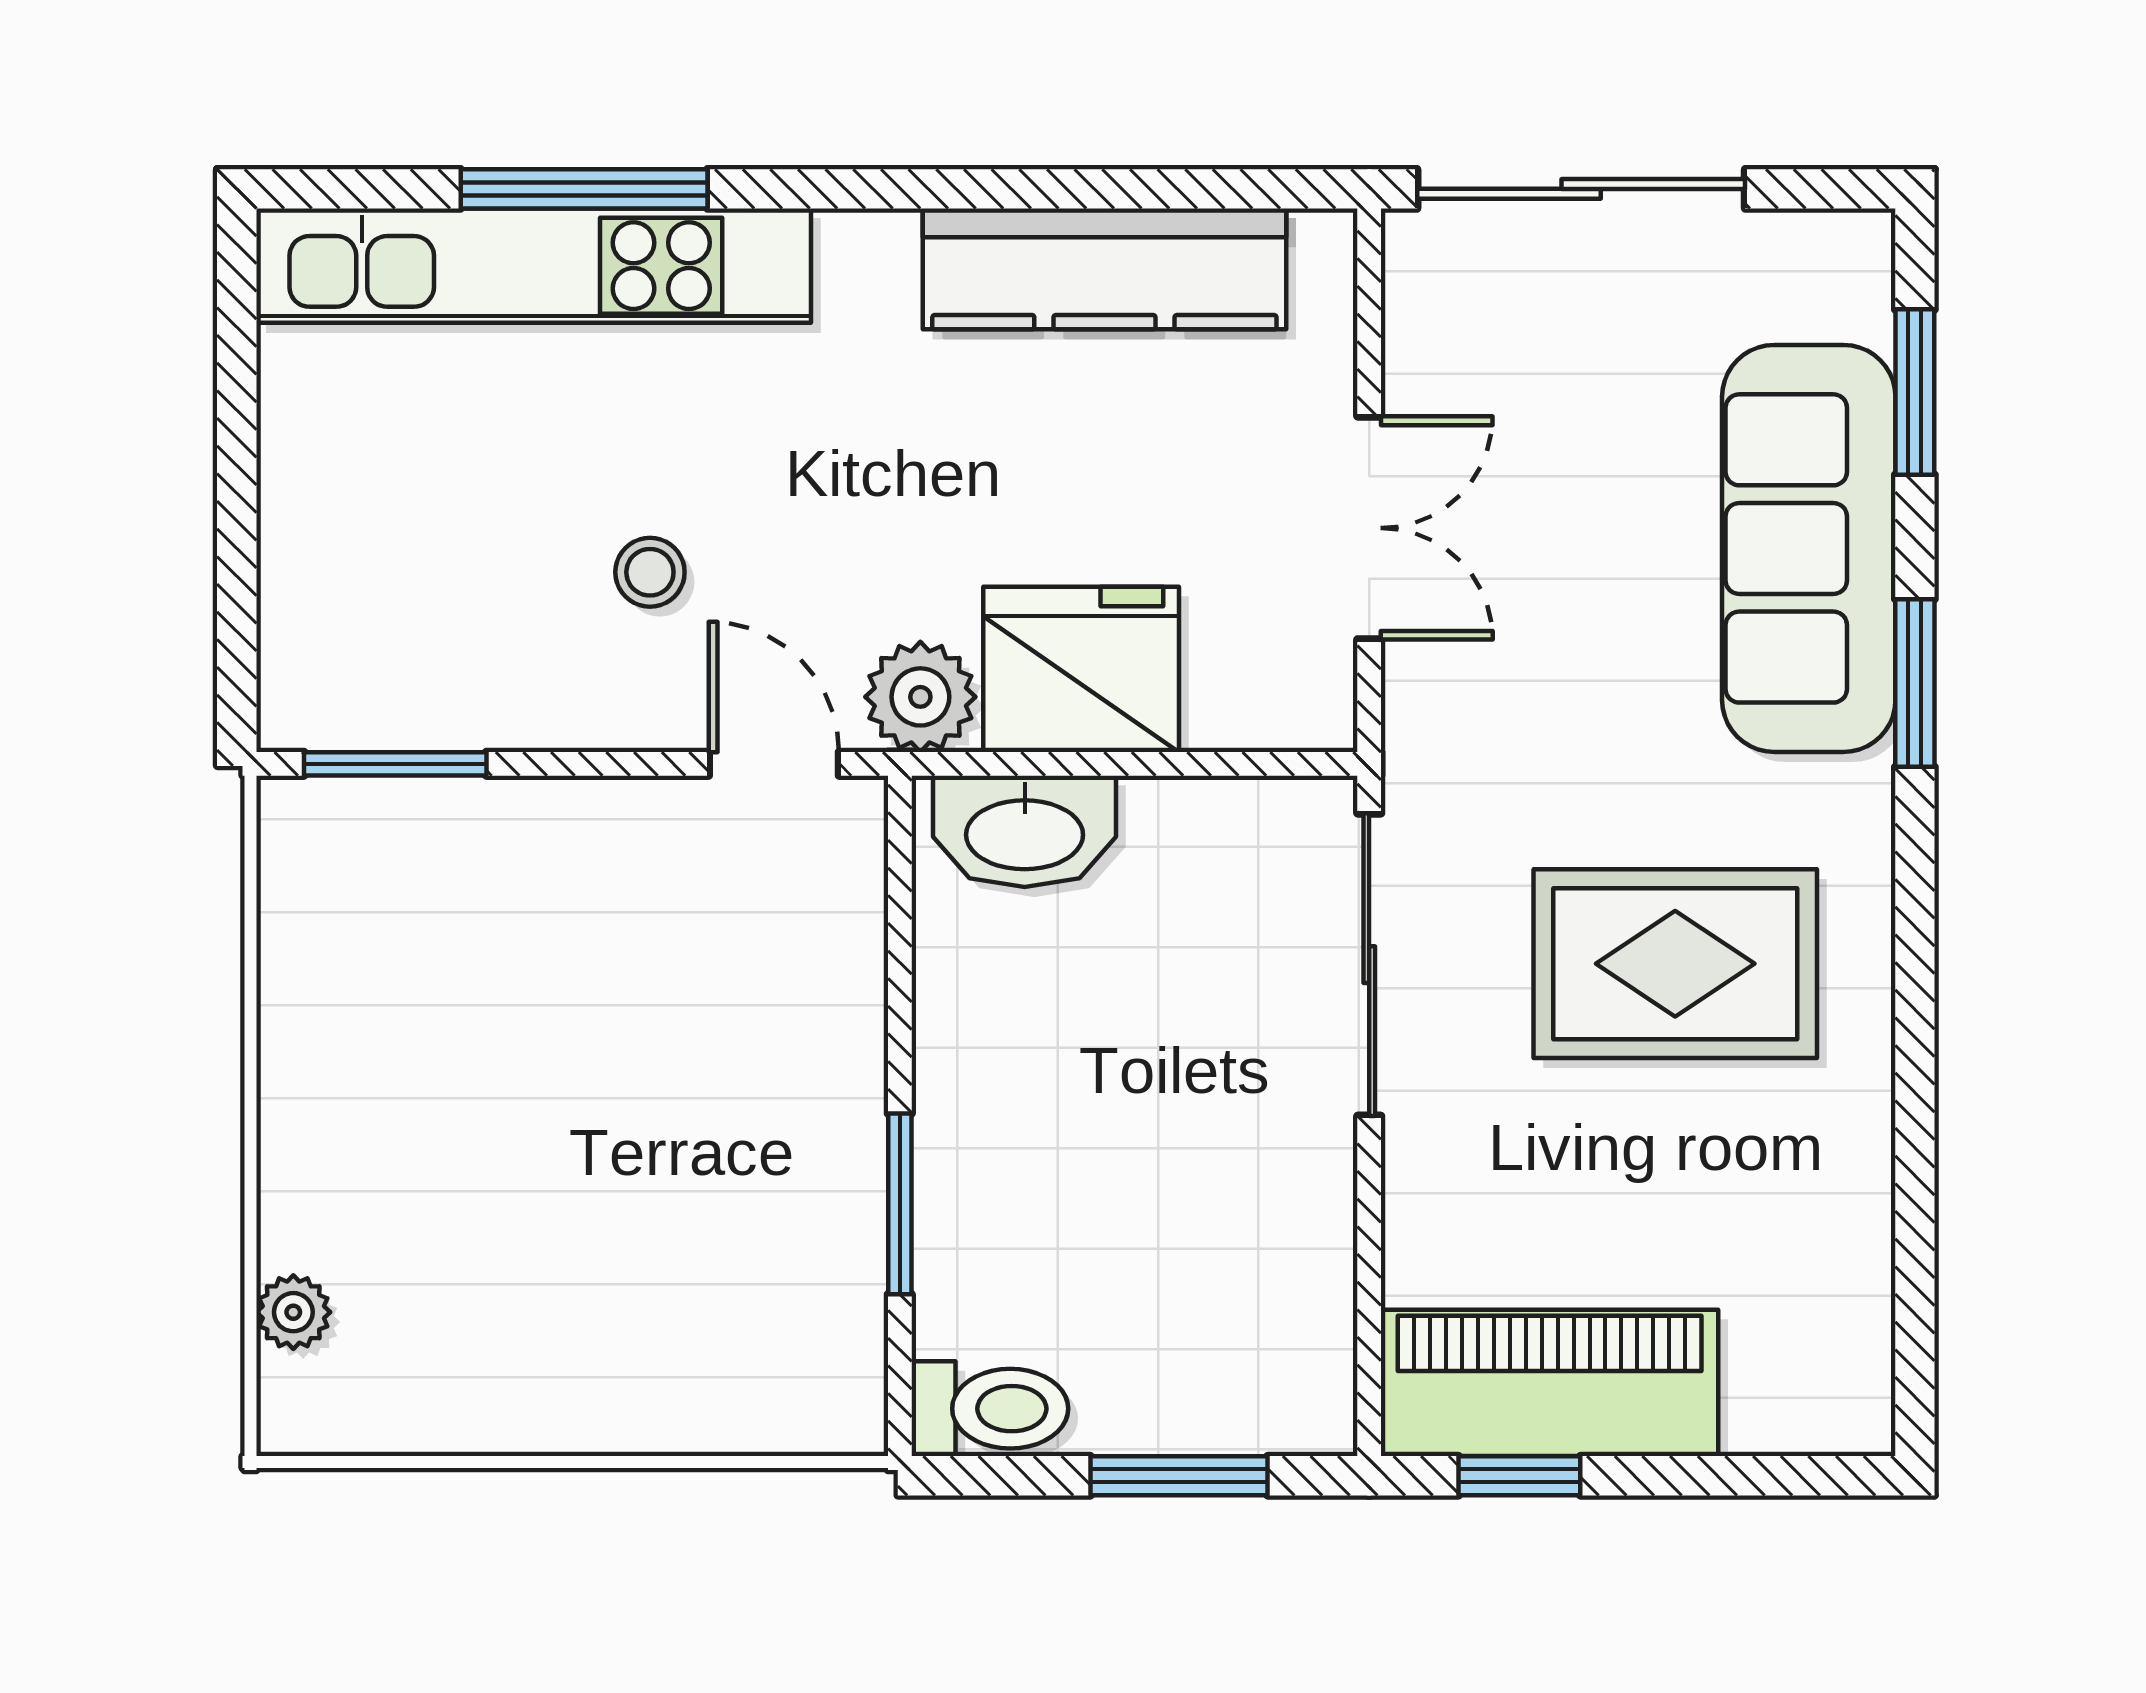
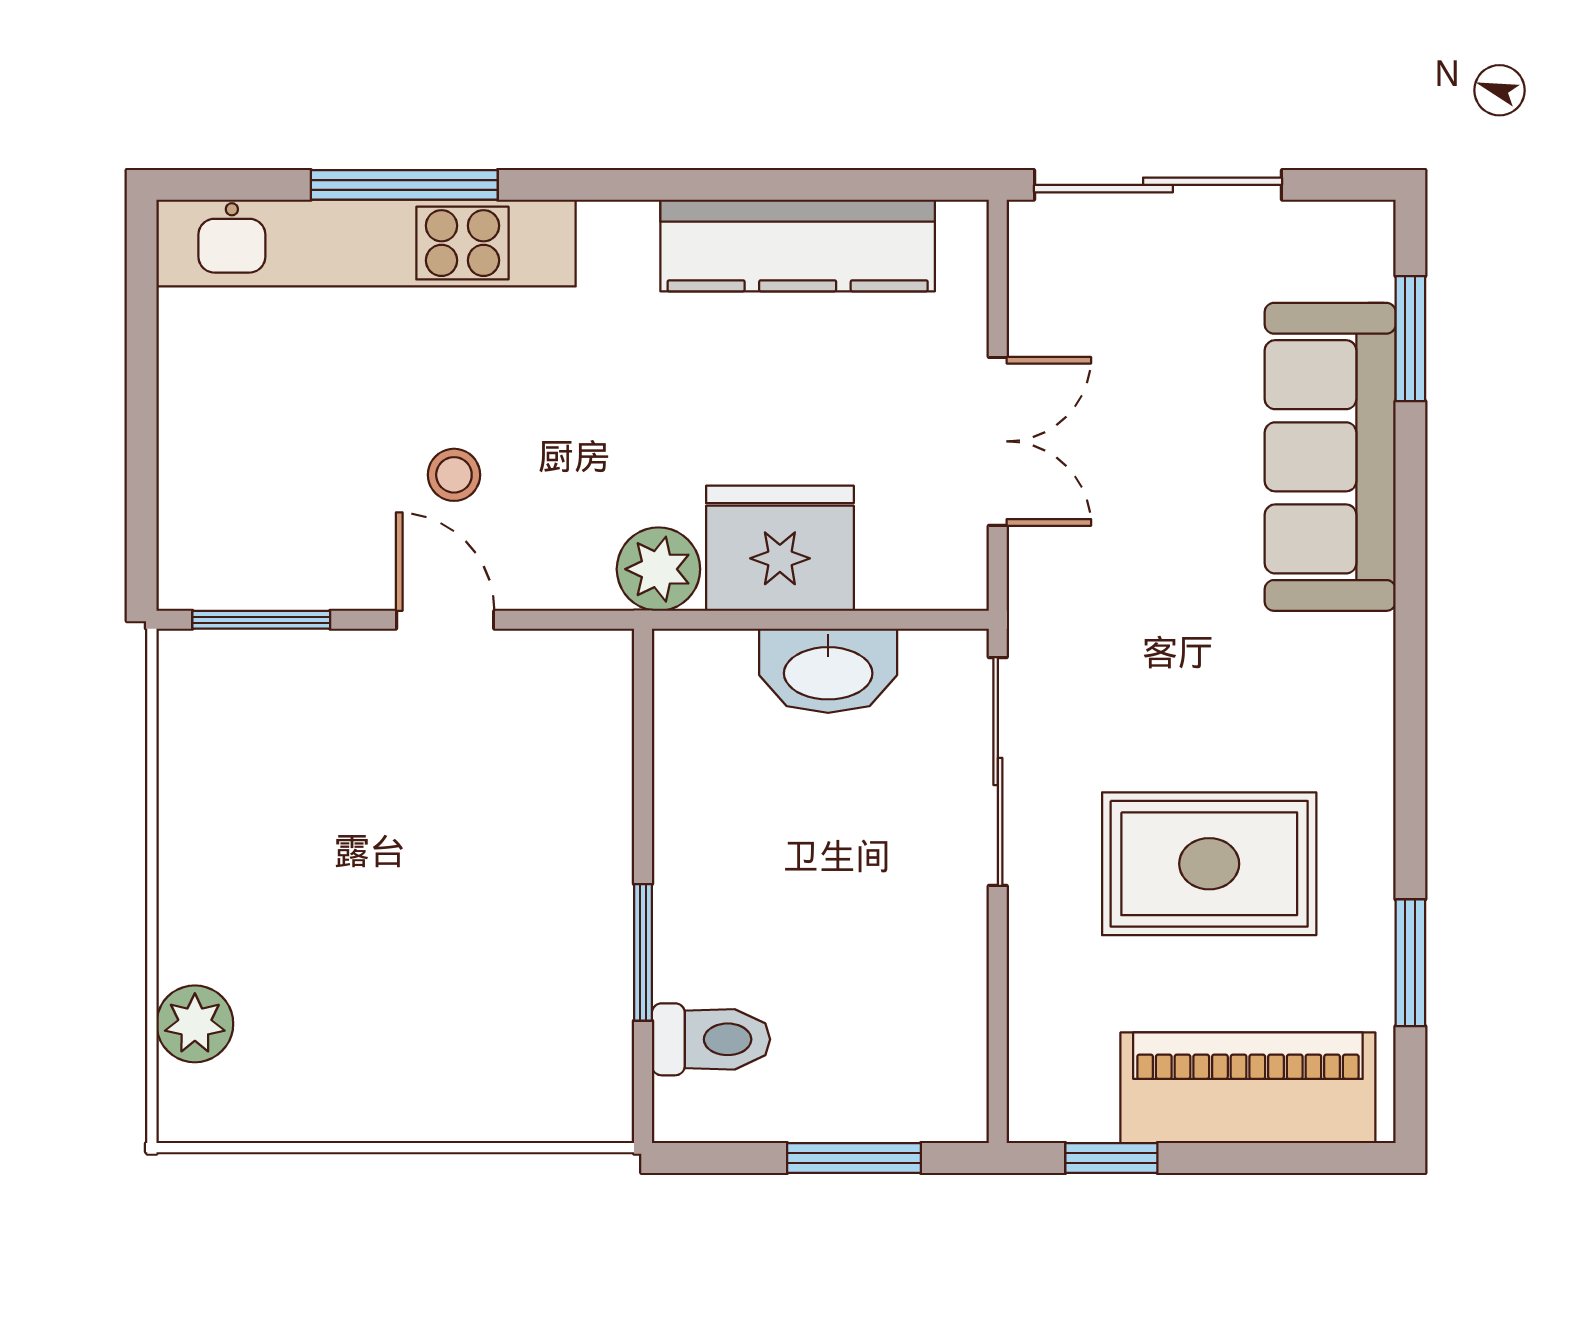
window: (1915, 683) -> (1410, 963), moved
door: (774, 764) -> (445, 620), moved
washbasin: (1025, 831) -> (828, 671), moved
rug: (1675, 964) -> (1209, 864), moved
plant: (293, 1312) -> (195, 1024), width x1.38, depth x1.38
piano: (1550, 1383) -> (1248, 1088), moved
toilet: (990, 1409) -> (711, 1039), moved

